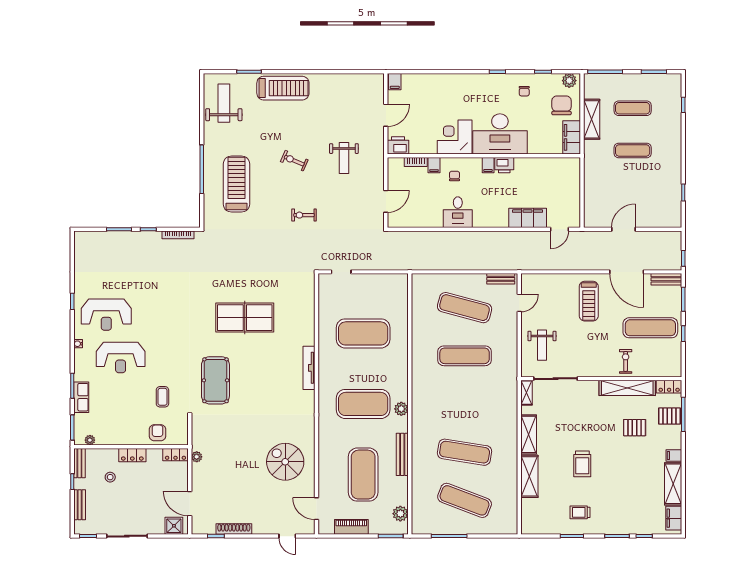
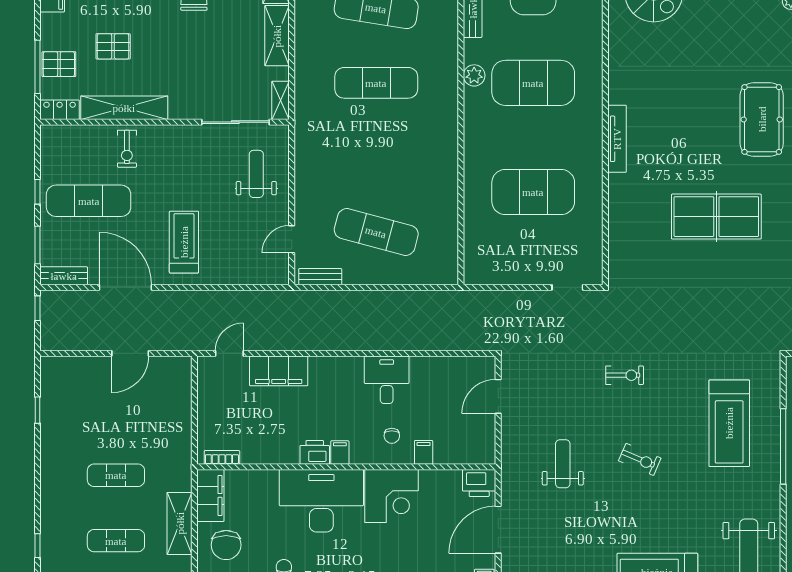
door: (386, 115) -> (498, 530), width x1.36
bookcase: (416, 162) -> (222, 457), moved
exercise mat: (465, 356) -> (376, 83), moved

